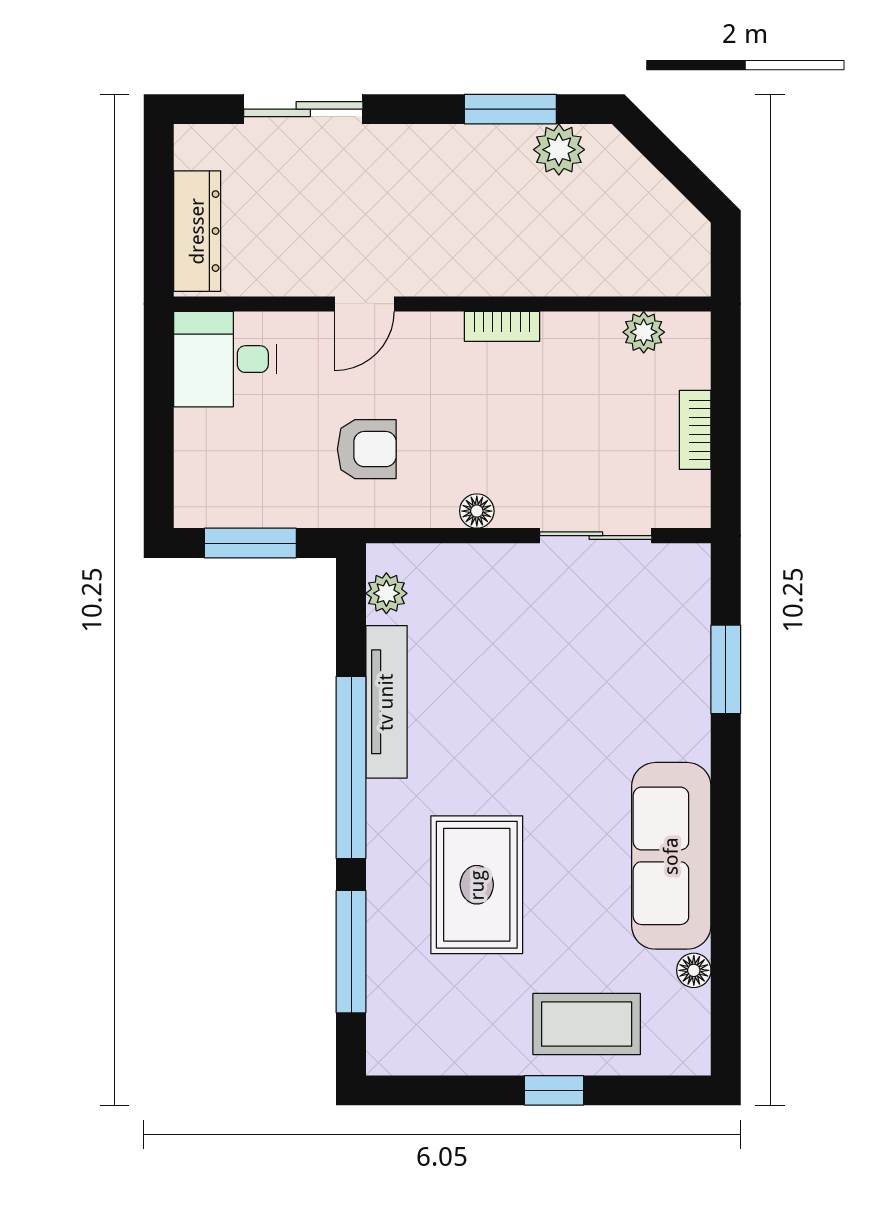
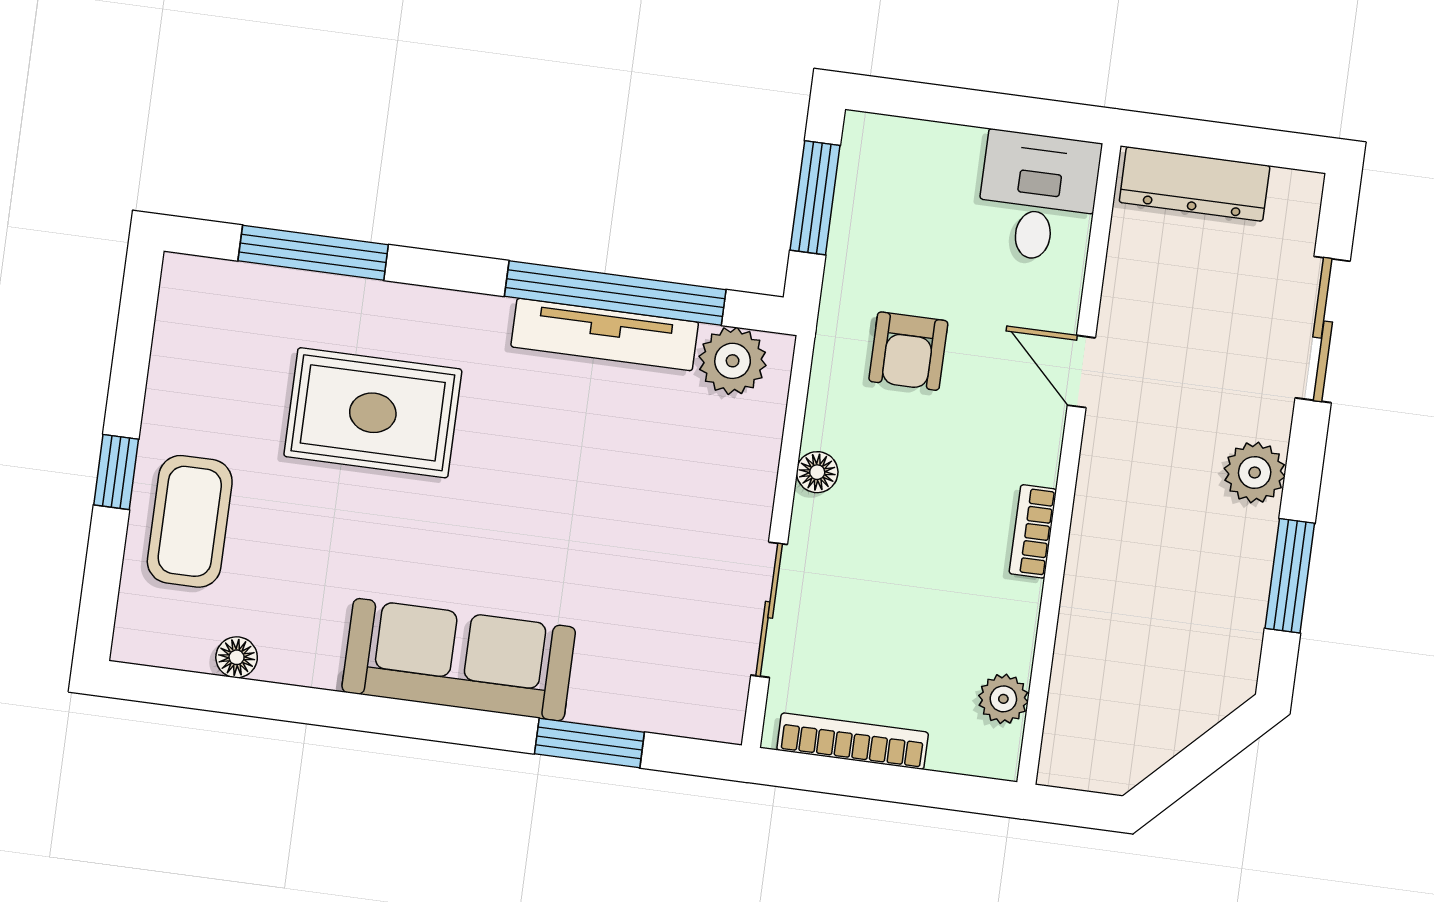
plant: (559, 150) -> (1255, 472), moved
bookcase: (695, 430) -> (853, 741), width x1.56
plant: (386, 593) -> (733, 361), width x1.38, depth x1.38
window: (351, 768) -> (615, 293), moved
sofa: (671, 856) -> (459, 660), moved

